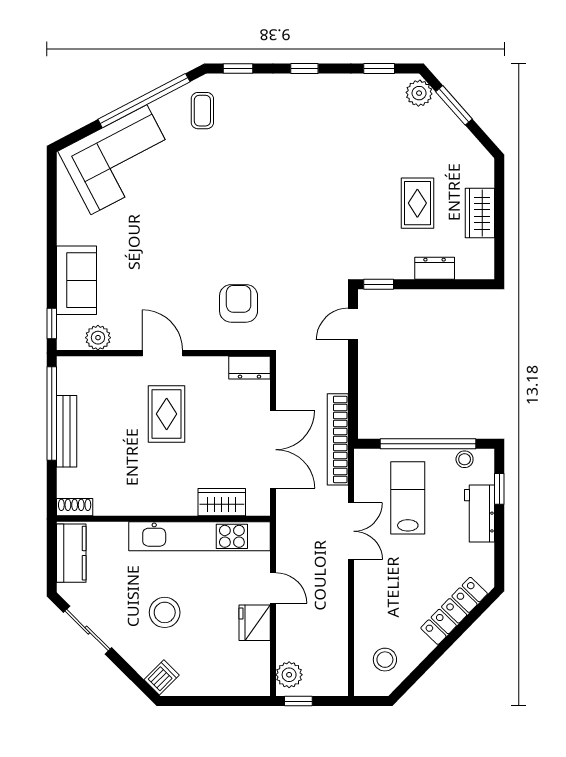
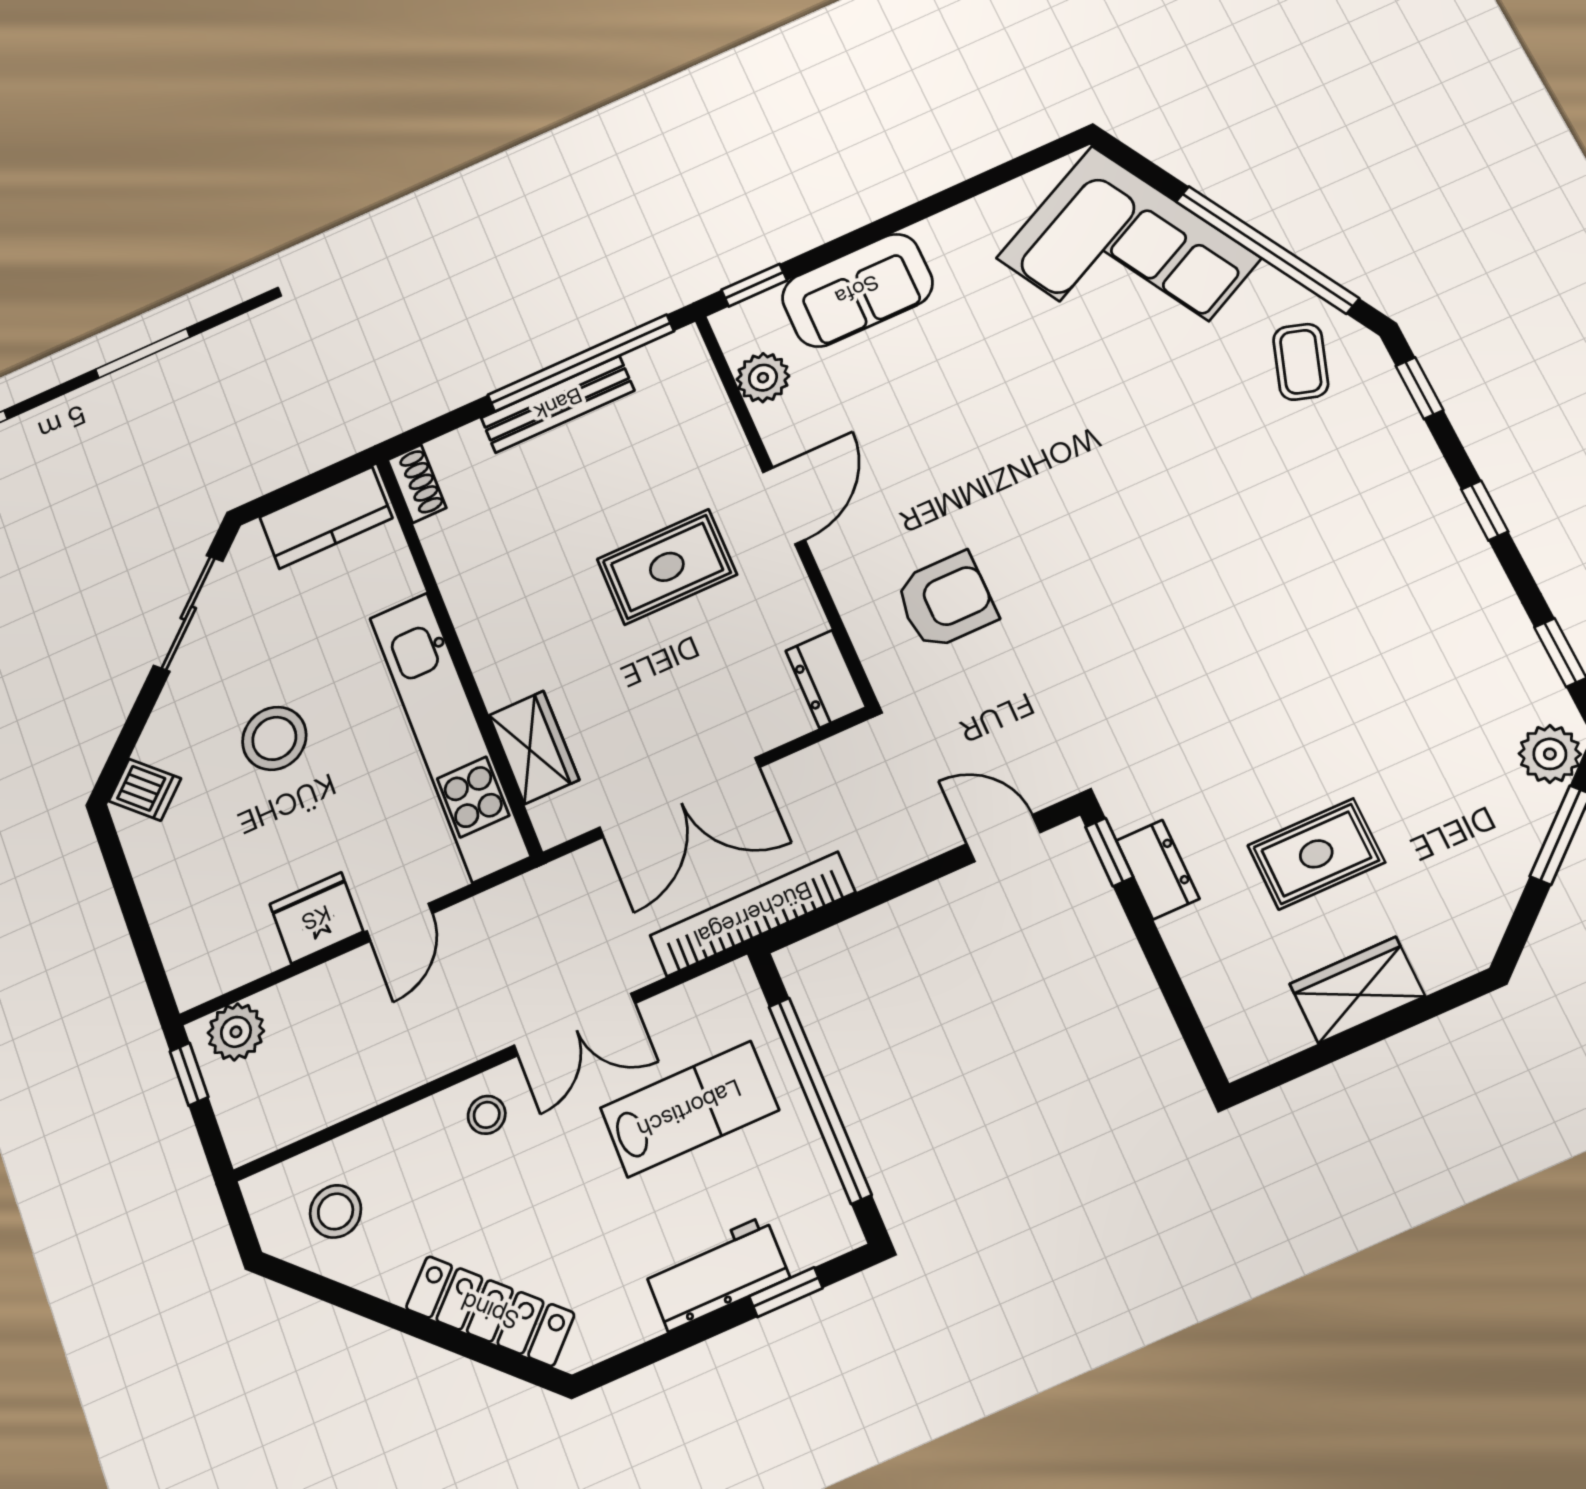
coffee table: (202, 111) -> (1301, 362), turned -72
dresser: (435, 268) -> (1158, 870), moved
stool: (465, 459) -> (487, 1115), moved

